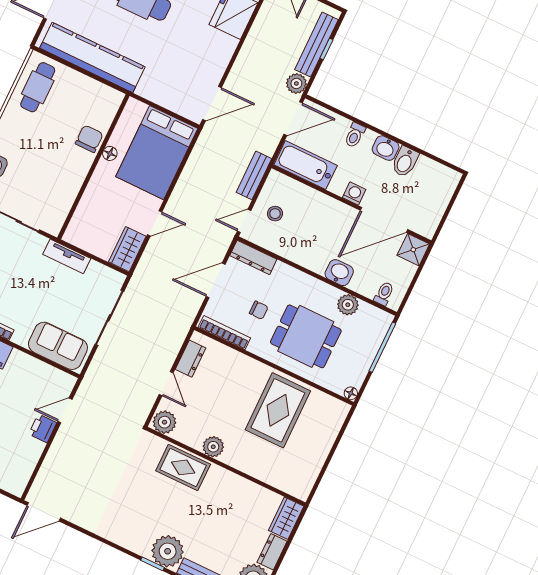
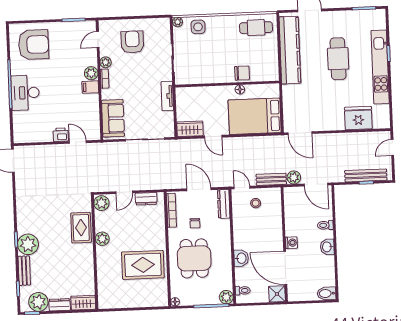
plant: (296, 83) -> (294, 177), moved
bidet: (405, 162) -> (327, 293), moved
bathtub: (306, 165) -> (293, 206), removed
plant: (348, 305) -> (226, 297), moved

